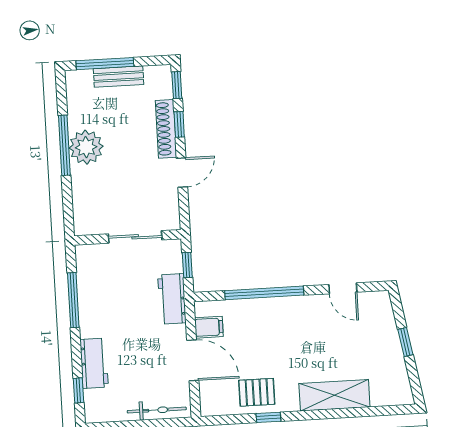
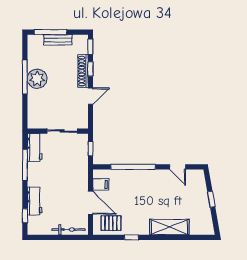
workbench: (172, 299) -> (35, 148), moved, turned 180
pallet: (257, 392) -> (111, 223), moved

